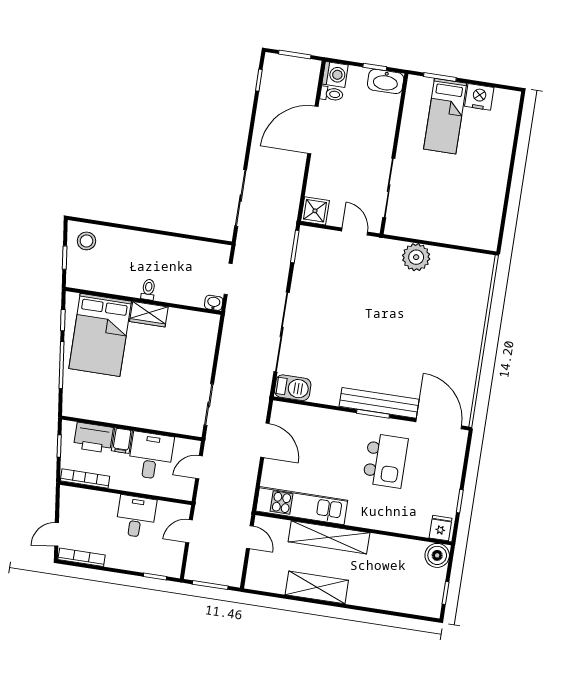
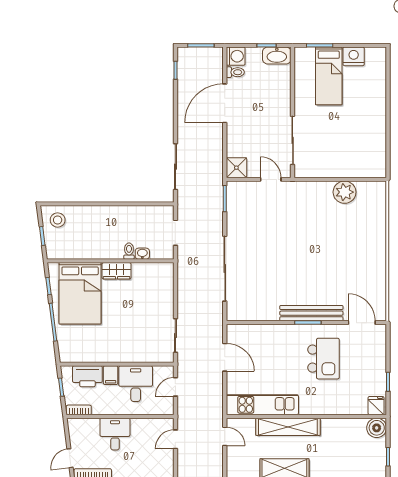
plant: (416, 257) -> (345, 192), moved
toilet: (148, 290) -> (129, 251), moved
washbasin: (214, 303) -> (142, 254), moved
barbecue: (293, 388) -> (241, 312), removed
door: (439, 424) -> (362, 323), width x0.73
bookcase: (85, 479) -> (79, 410), width x0.64
desk: (136, 517) -> (115, 434), moved

